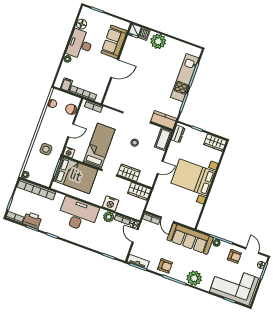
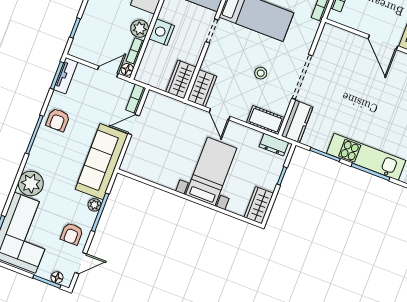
wardrobe: (129, 173) -> (202, 88), moved
bed with nightstands: (193, 177) -> (211, 171), width x0.73
plant: (194, 278) -> (31, 183), moved

